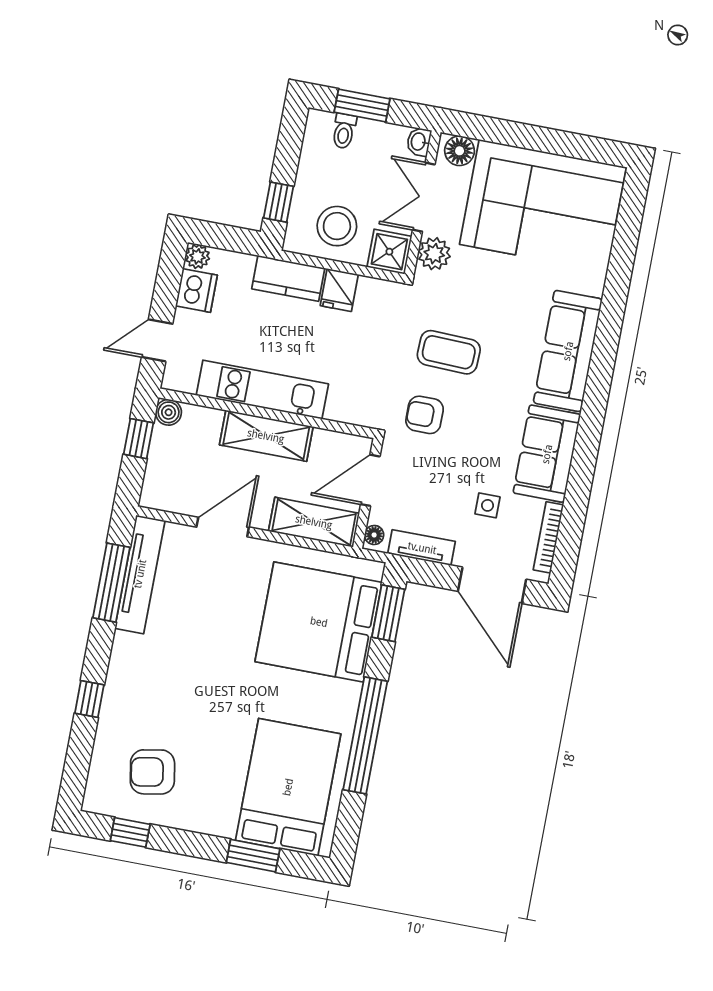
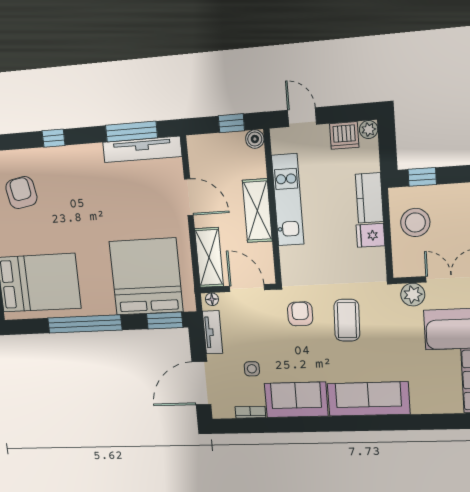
shower: (389, 252) -> (406, 263), removed
bookcase: (548, 537) -> (250, 412), width x0.64

